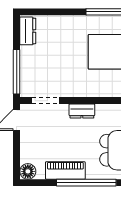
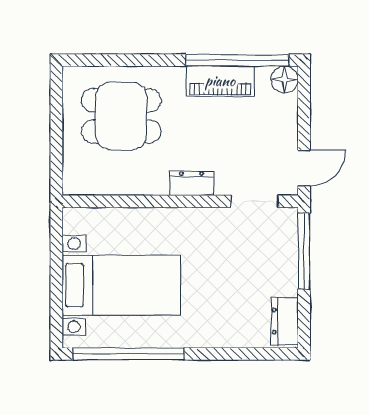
window: (86, 183) -> (238, 60), moved

